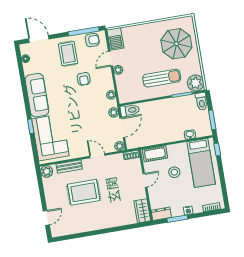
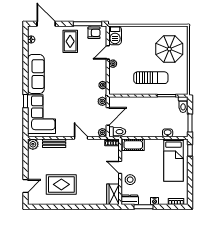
armchair: (84, 79) -> (80, 67), removed
plant: (196, 83) -> (181, 87), removed
toilet: (130, 110) -> (117, 132), moved
stool: (174, 172) -> (130, 180), moved
door: (145, 180) -> (120, 167), swing flipped
rug: (84, 192) -> (61, 184), moved

